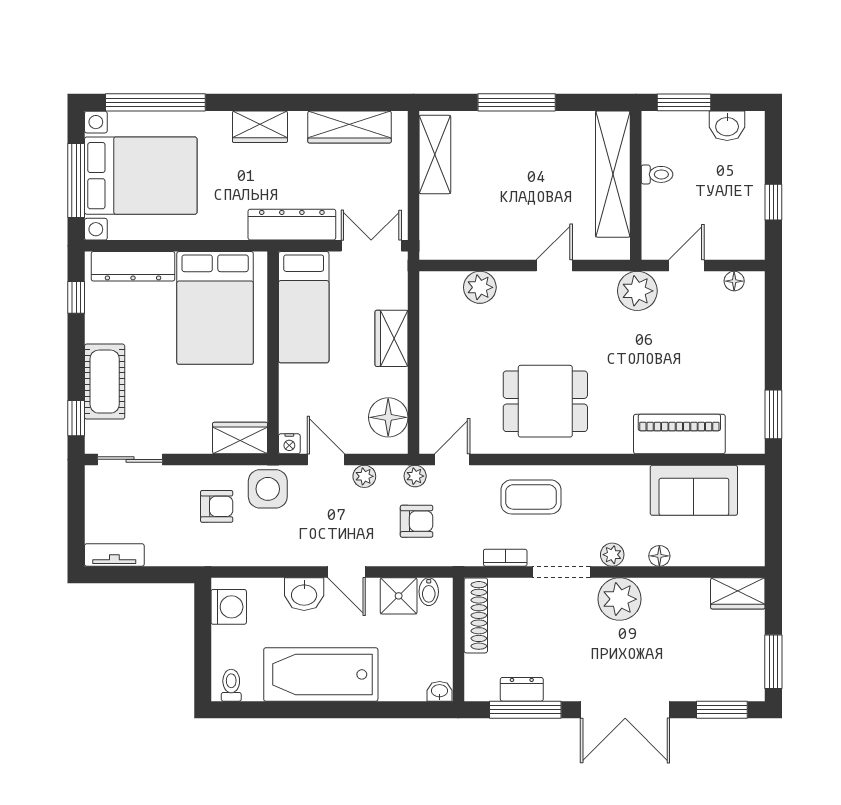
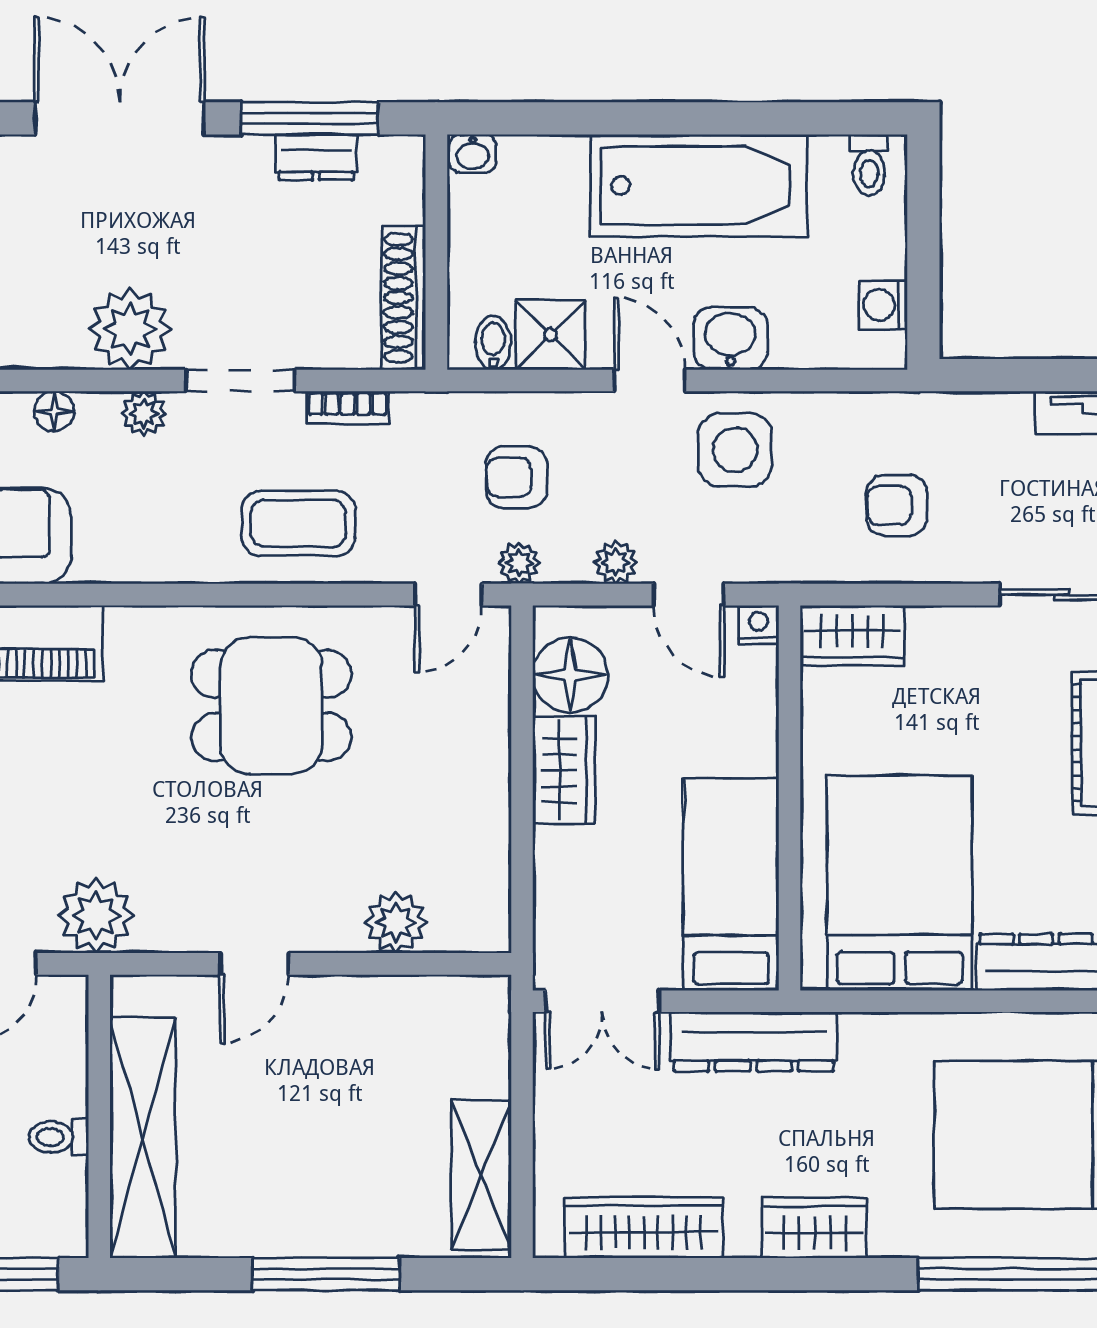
wardrobe: (392, 338) -> (564, 770), moved
side table: (268, 489) -> (735, 450), moved
washing machine: (229, 607) -> (883, 305), width x0.73, depth x0.73

